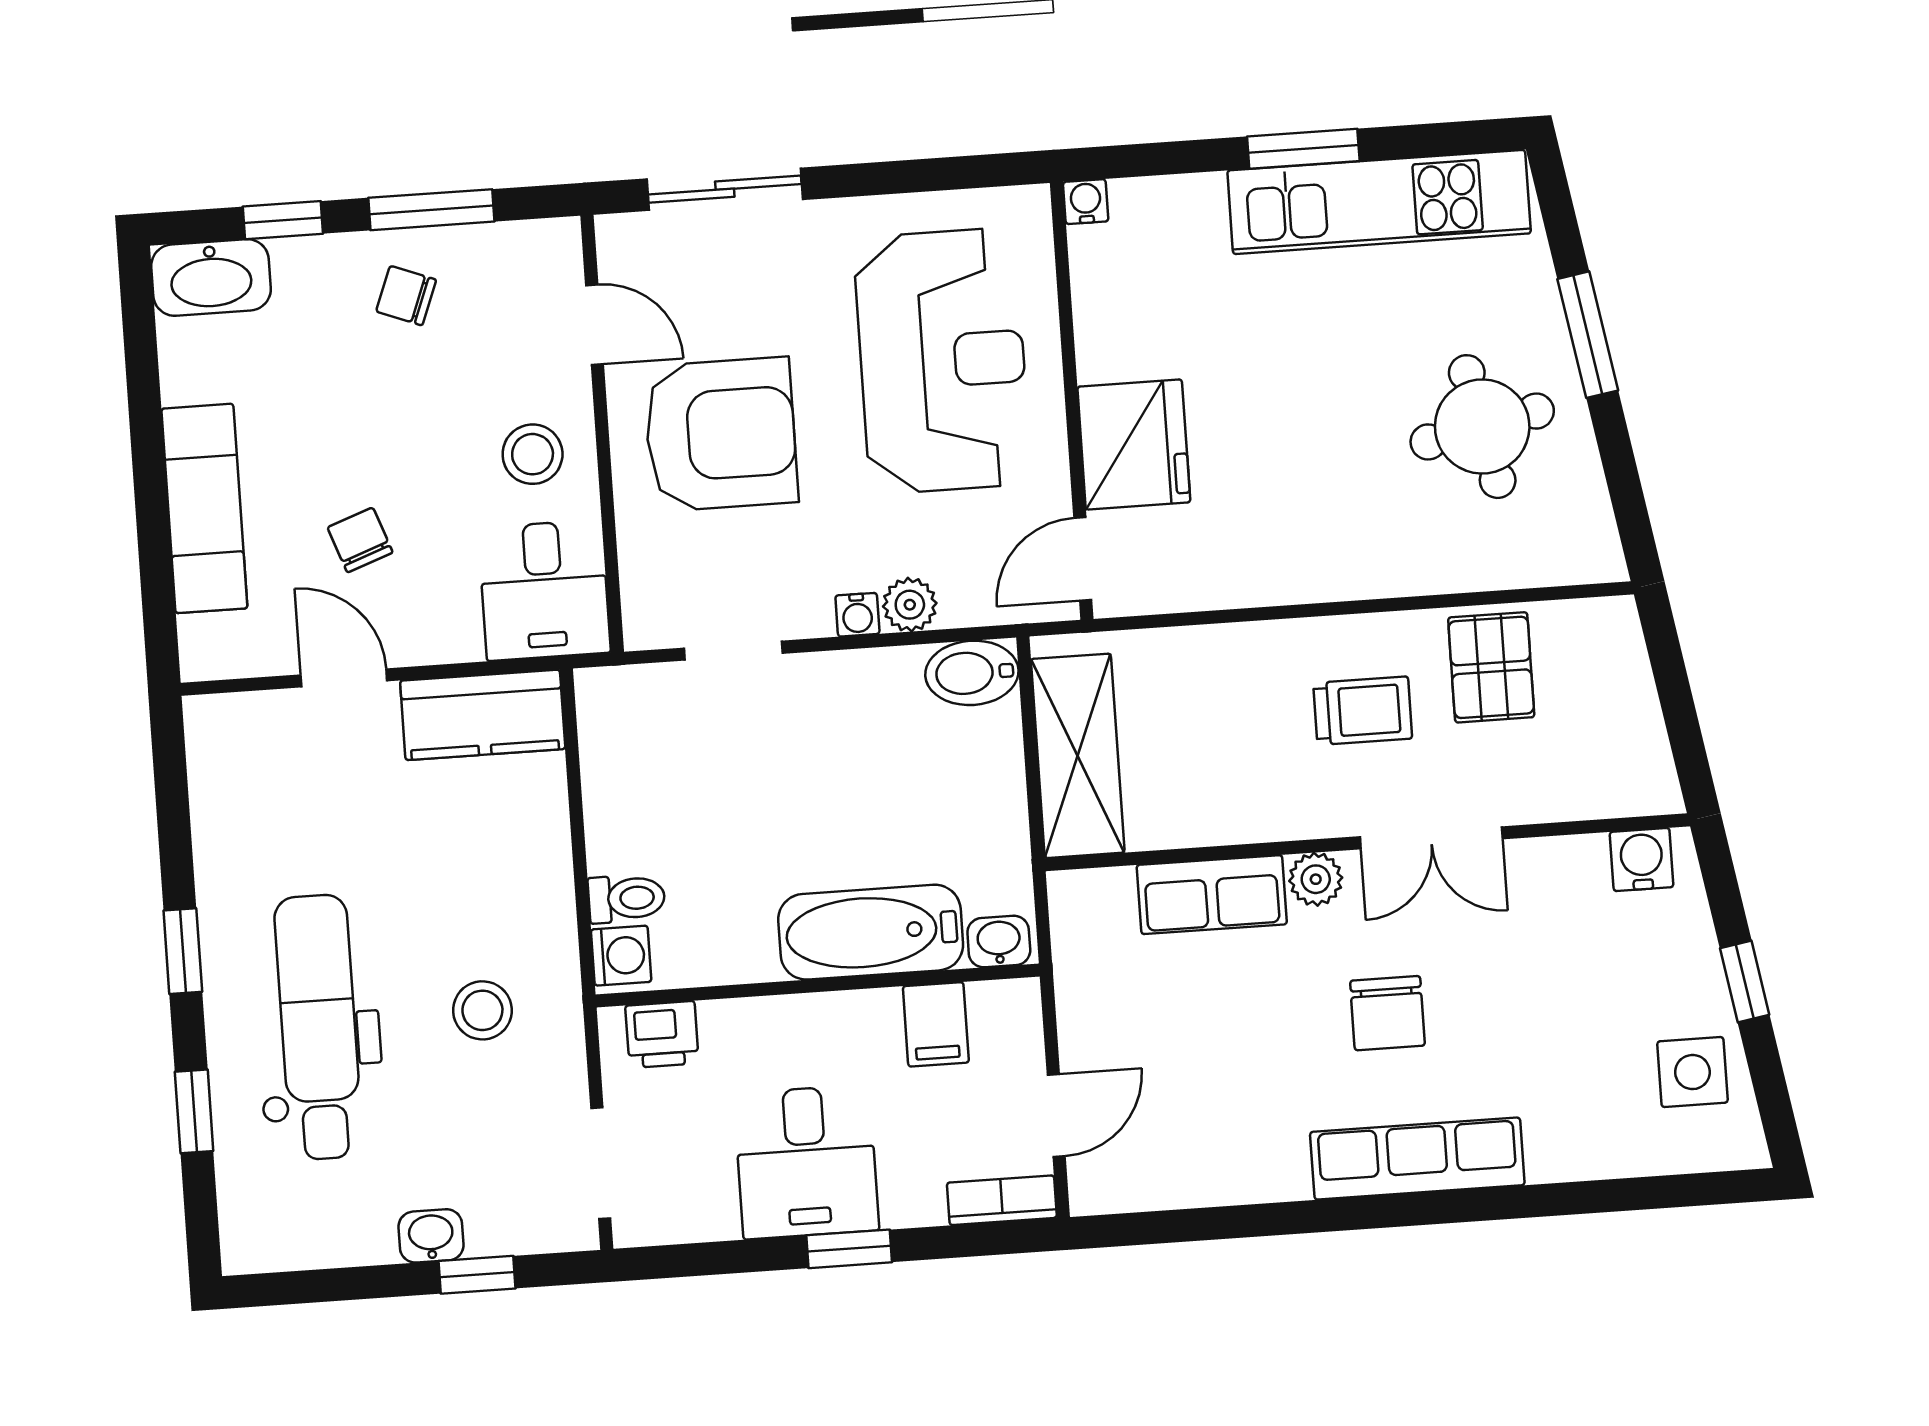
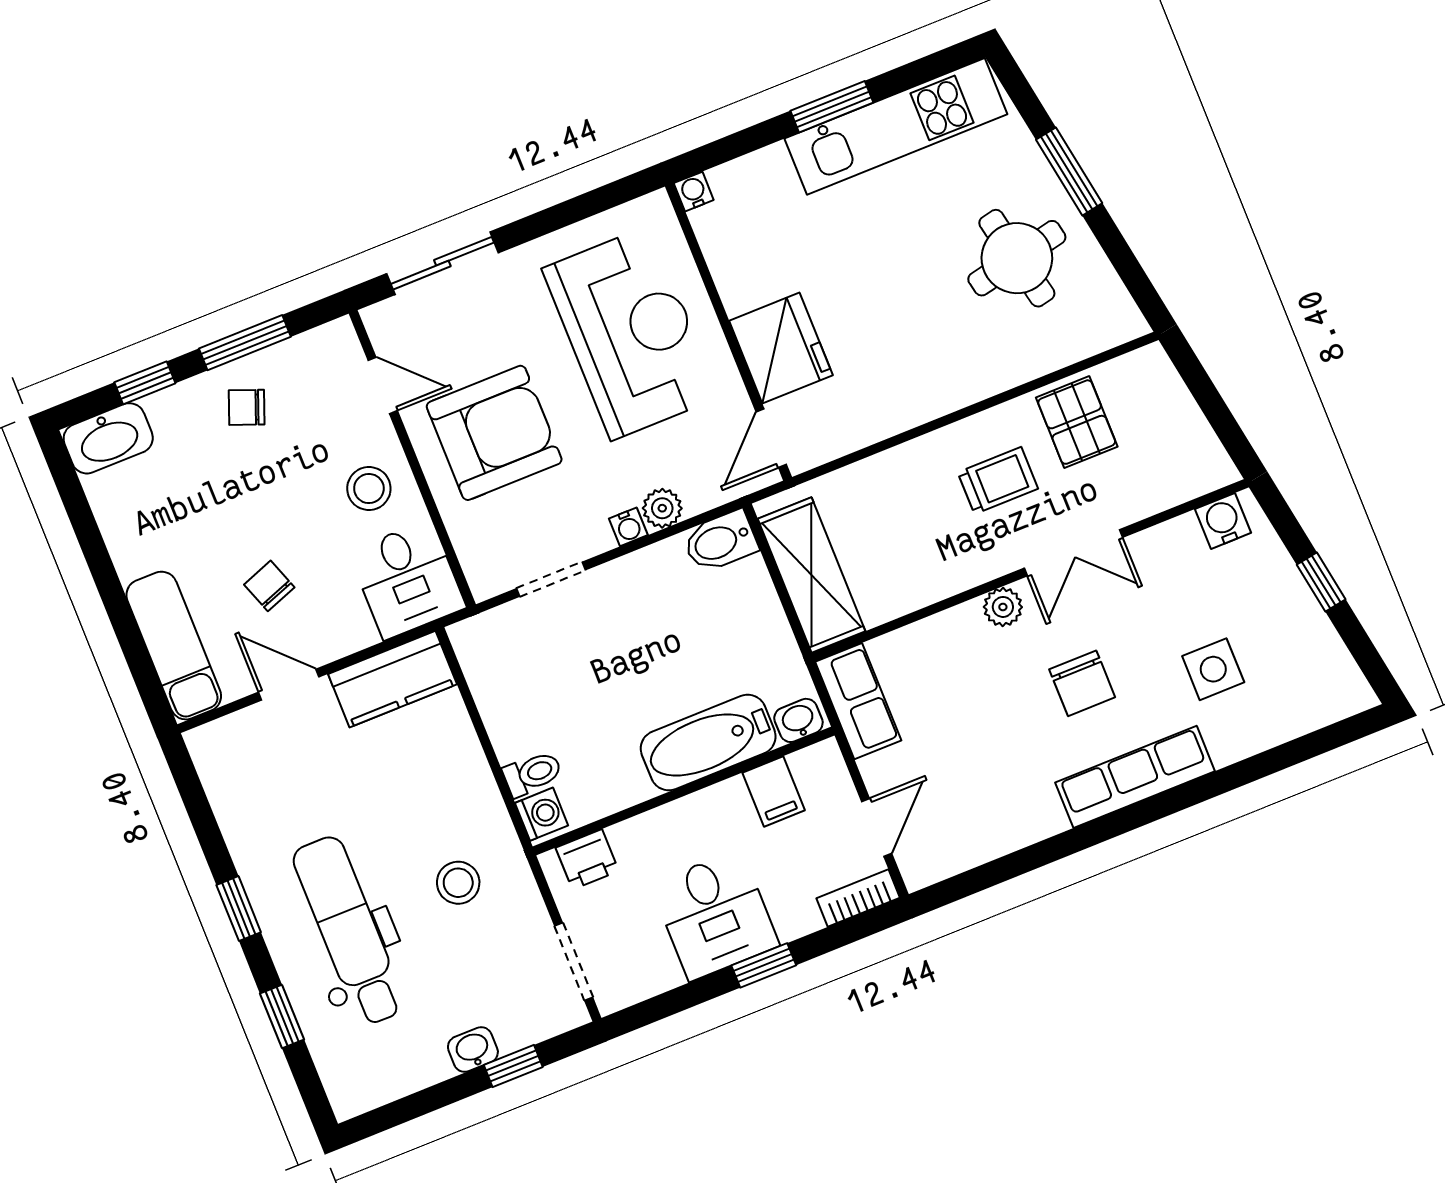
exam couch: (204, 508) -> (174, 646), moved
row of seats: (1212, 895) -> (858, 701), moved, turned -90
side table: (1692, 1072) -> (1213, 669), moved

